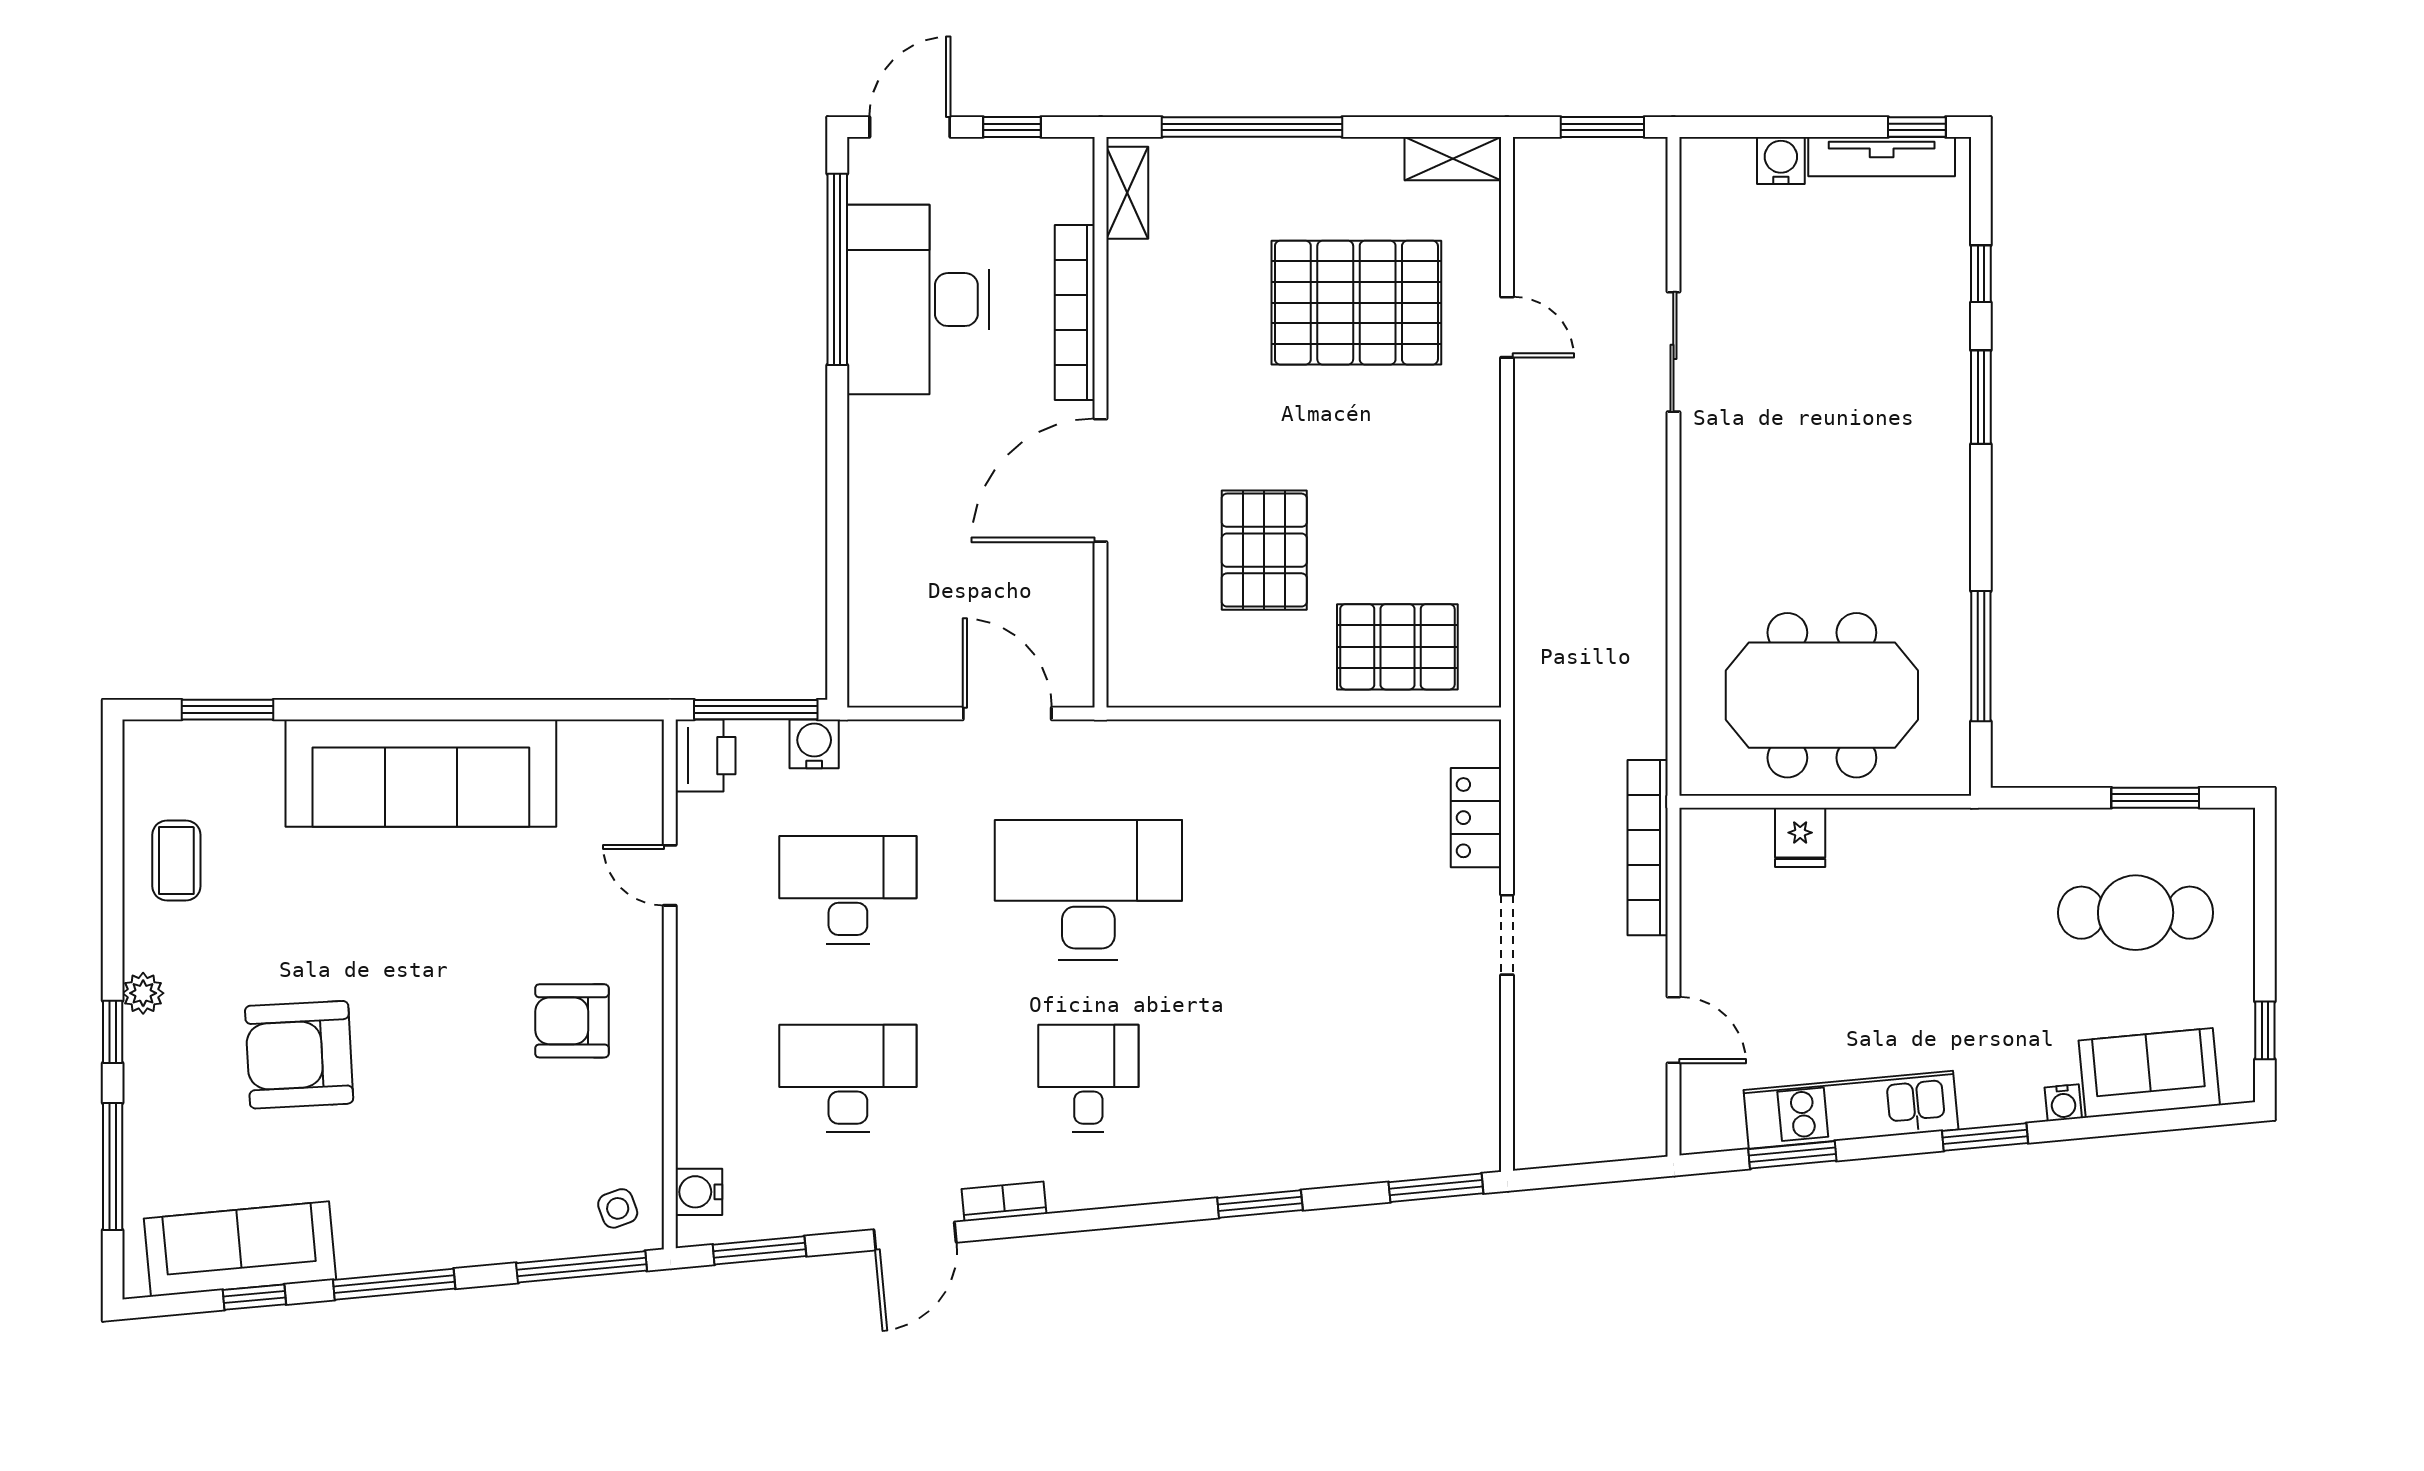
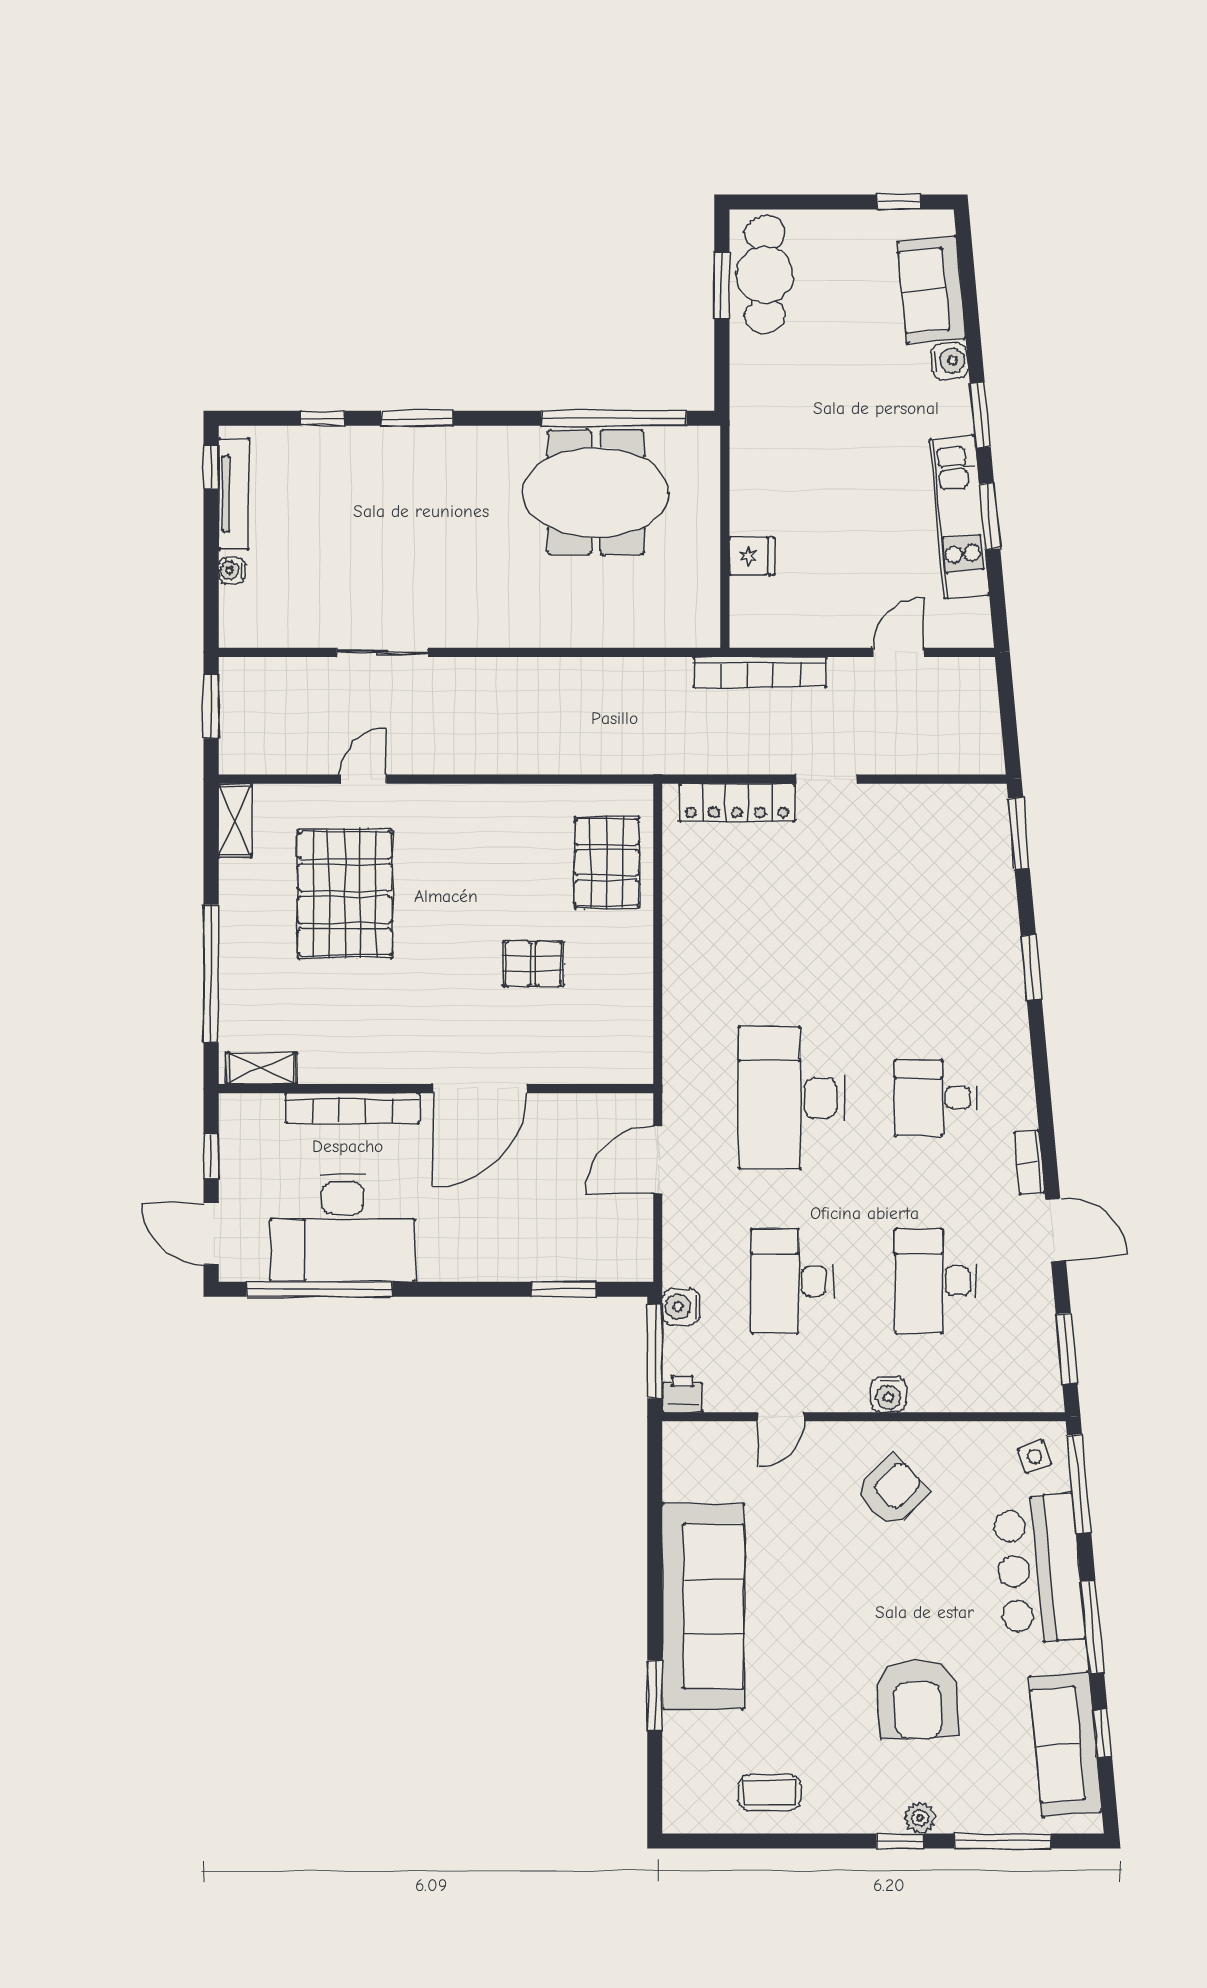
water cooler: (1781, 161) -> (232, 571), width x0.72, depth x0.72
door: (1101, 480) -> (480, 1089), hinge flipped
pallet: (1264, 550) -> (533, 964), width x0.67, depth x0.71
window: (837, 590) -> (564, 1289), added
window: (1981, 656) -> (614, 418), width x1.46
meeting table: (1822, 695) -> (596, 492), moved, turned 90
window: (227, 710) -> (655, 1696), moved
printer: (706, 756) -> (682, 1394), width x0.73, depth x0.81
locker: (1476, 818) -> (737, 803), width x1.53
cafe table: (2136, 913) -> (765, 275), moved
plant: (143, 993) -> (920, 1818), moved
armchair: (572, 1021) -> (892, 1491), turned -134
water cooler: (2063, 1103) -> (950, 361), width x1.38, depth x1.38
window: (1792, 1155) -> (990, 516), moved
water cooler: (699, 1192) -> (888, 1395), moved
bar counter: (470, 1214) -> (1039, 1569), added

